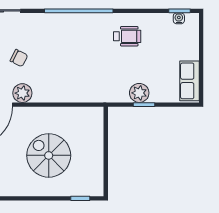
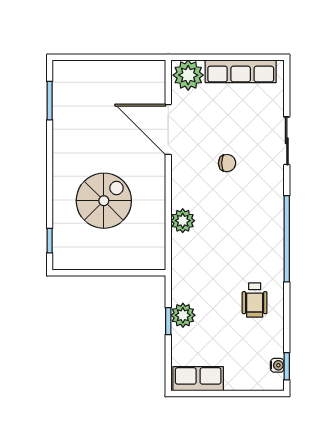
chair: (19, 58) -> (227, 163), turned -117
plant: (22, 93) -> (183, 221), moved

